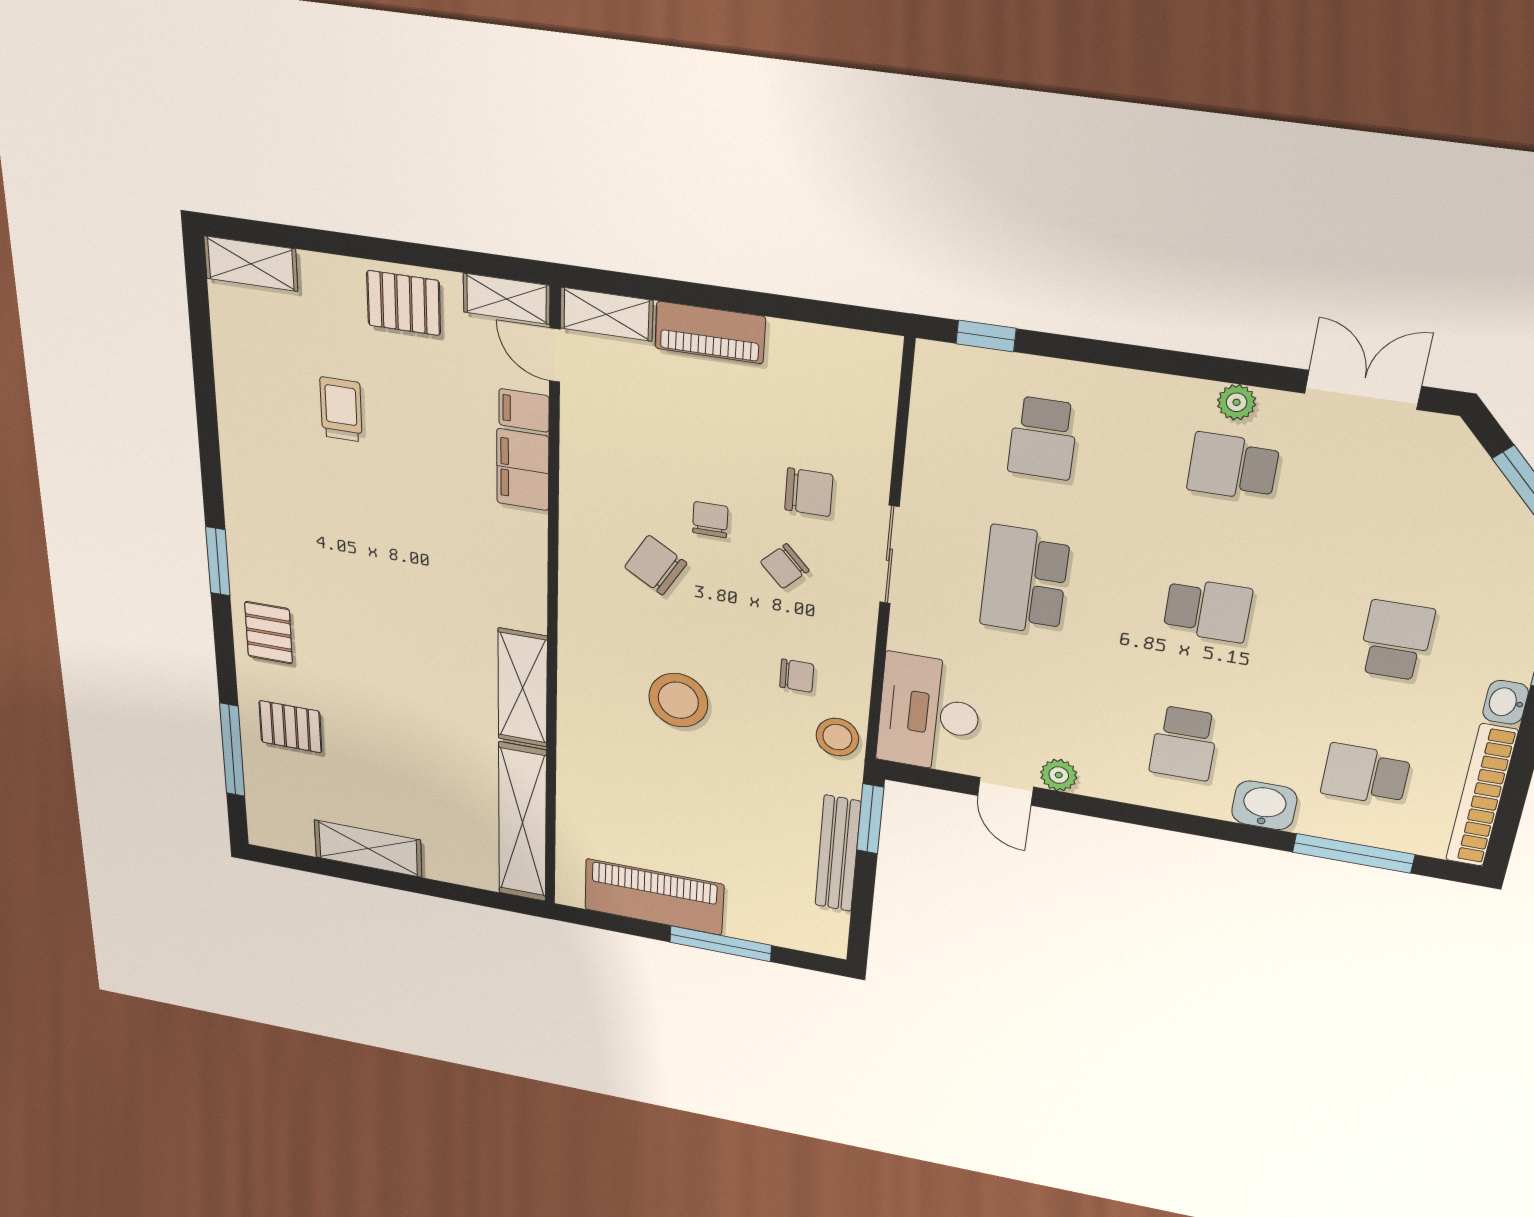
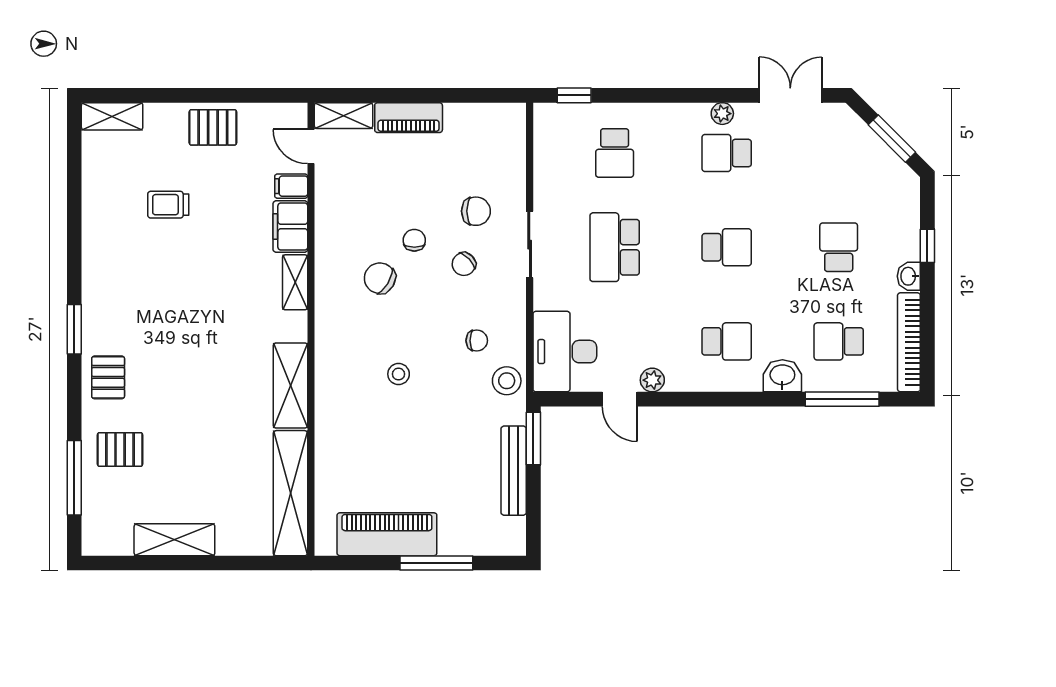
shelving: (507, 299) -> (295, 282), moved, turned 90
trolley: (341, 409) -> (168, 205), turned -90
stool: (678, 700) -> (399, 374), width x0.53, depth x0.53
school desk: (1184, 743) -> (727, 341), turned -90

